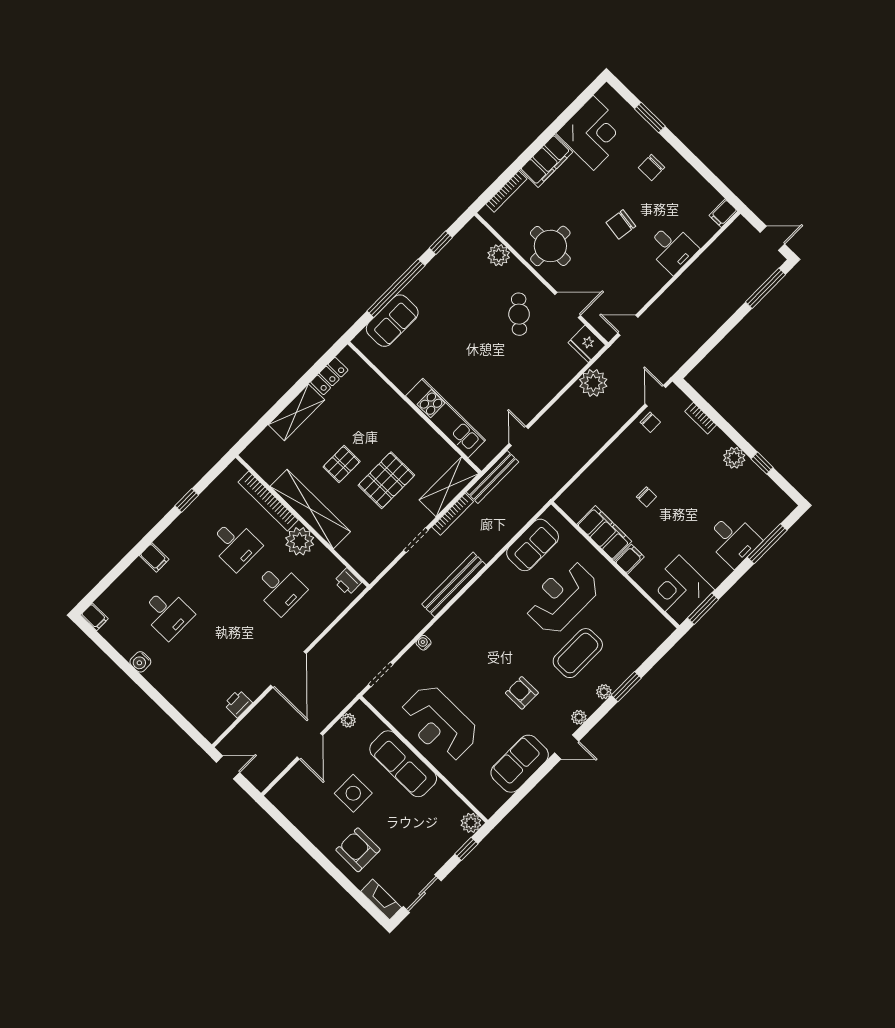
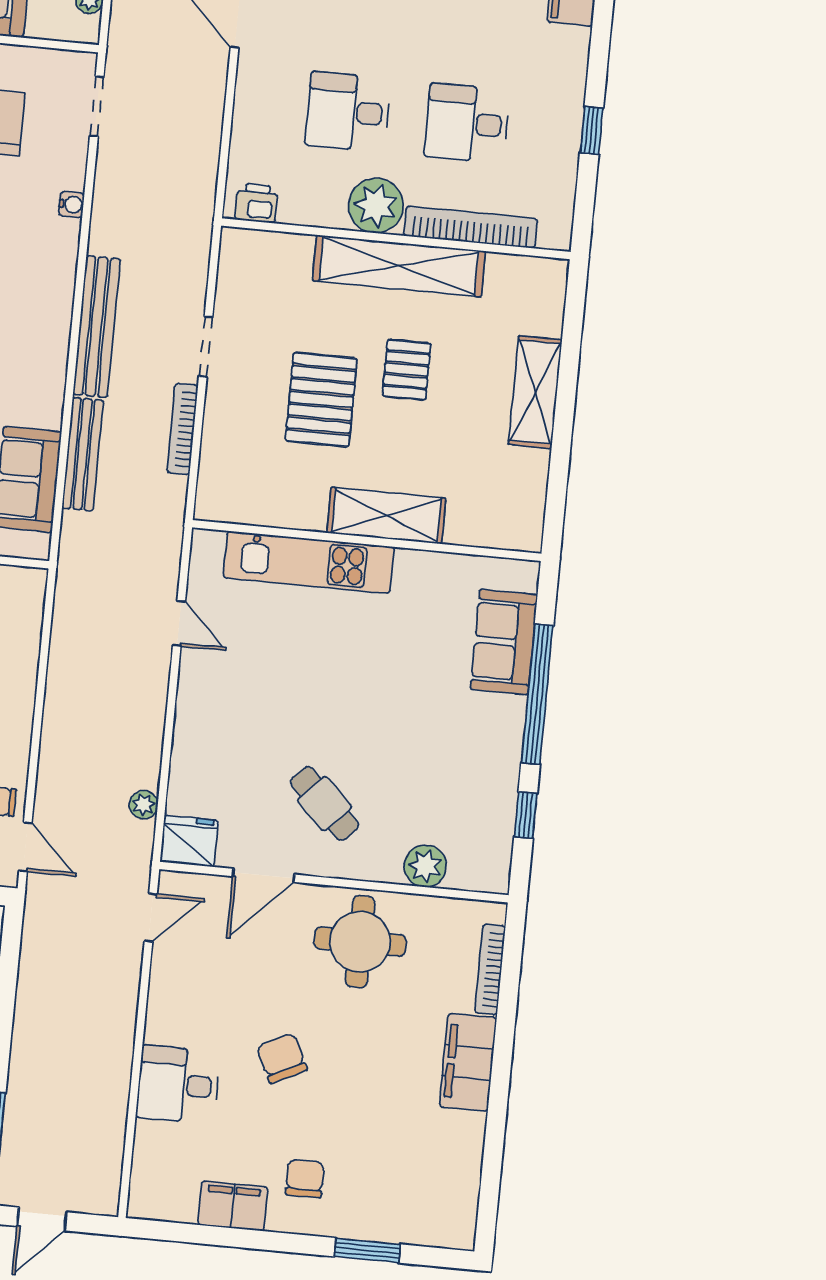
corner desk: (593, 133) -> (432, 1160), removed
filing cabinet: (723, 213) -> (233, 1206), moved, width x2.00
chair: (621, 224) -> (282, 1058), turned -34
locker: (329, 376) -> (530, 485), removed
plant: (593, 383) -> (144, 805), width x0.53, depth x0.53
bench: (492, 477) -> (83, 454), moved
shelving: (449, 487) -> (386, 516), moved, turned 90

